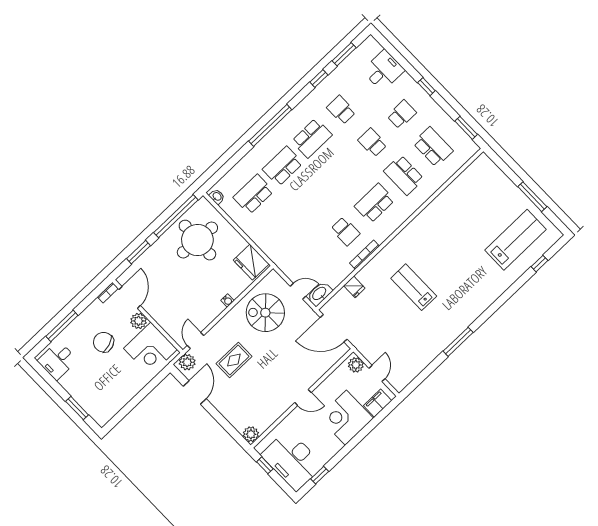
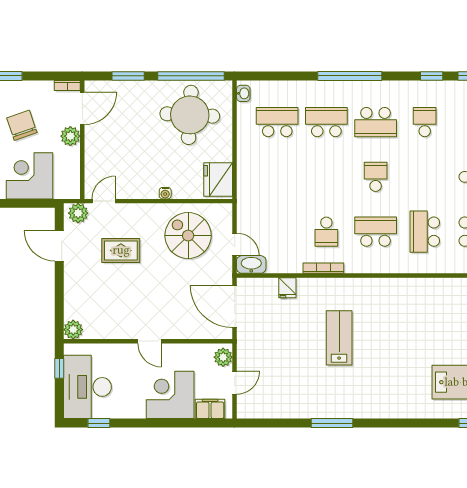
school desk: (372, 142) -> (376, 177), moved
corner desk: (150, 349) -> (30, 176), moved, turned 90
door: (195, 392) -> (59, 246), swing flipped

